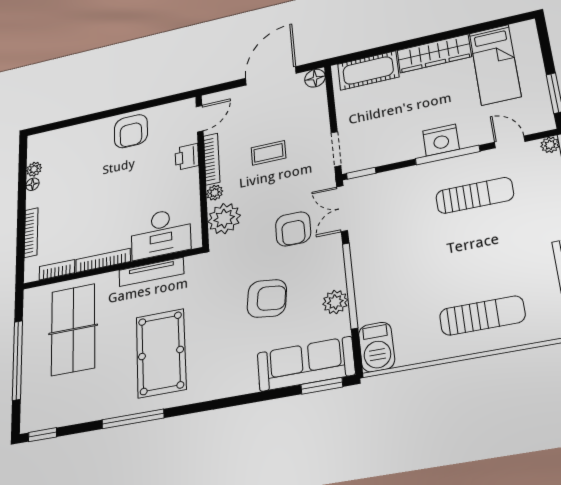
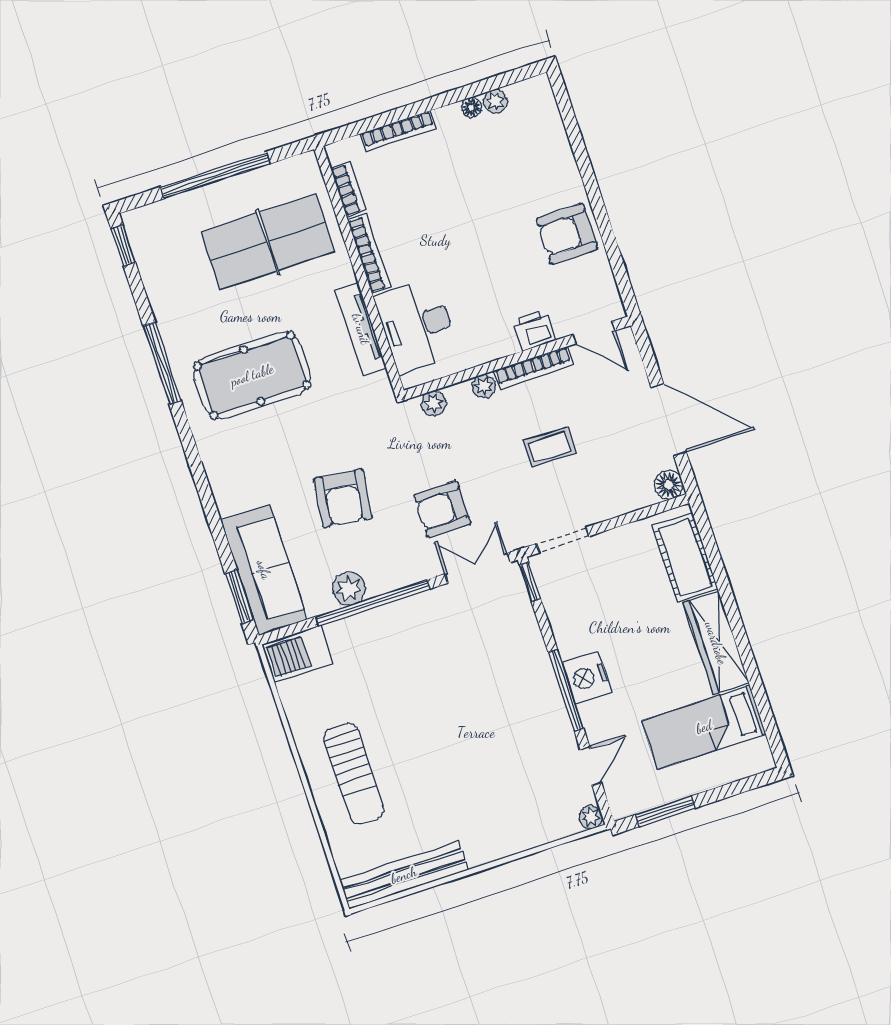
coffee table: (268, 153) -> (549, 447), turned 90
sun lounger: (475, 195) -> (512, 736), removed
plant: (224, 219) -> (434, 403), width x0.53, depth x0.53

